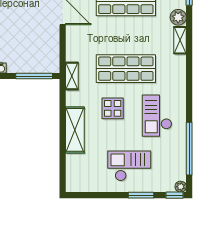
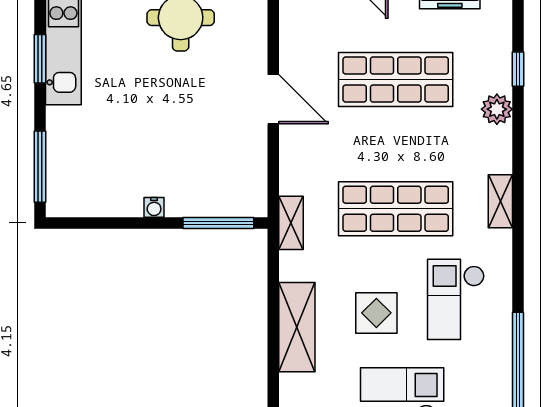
shelving: (180, 40) -> (500, 201), moved
display table: (113, 108) -> (376, 313), moved

